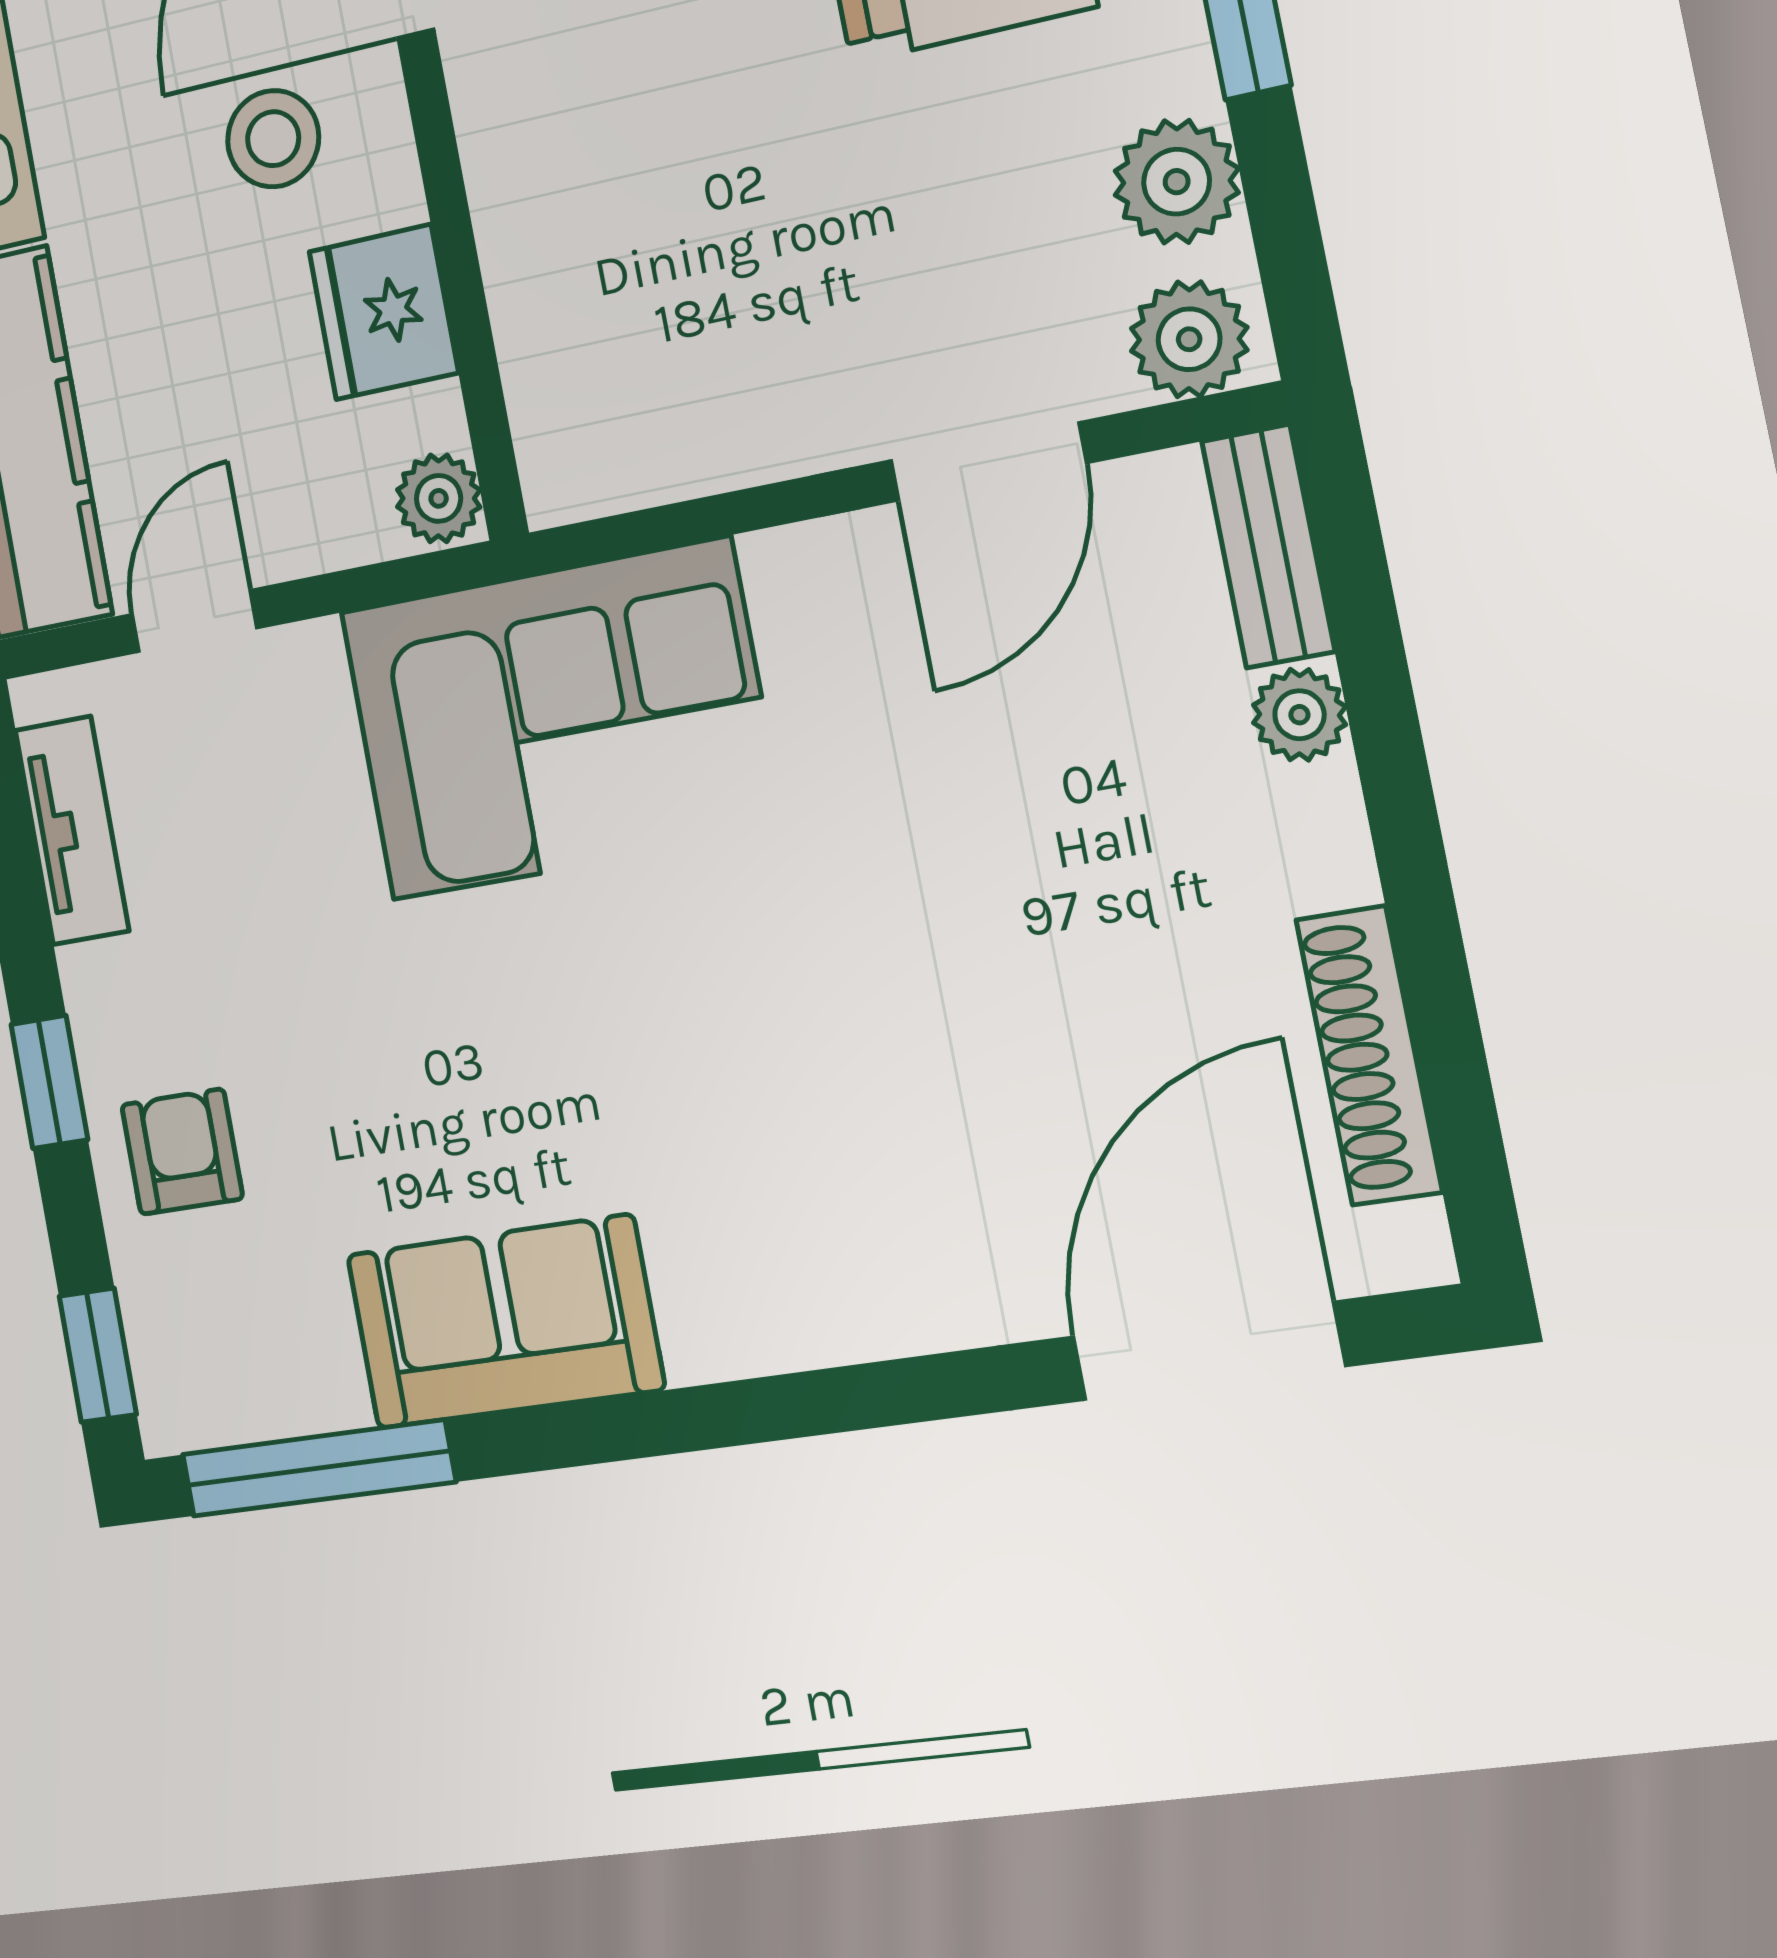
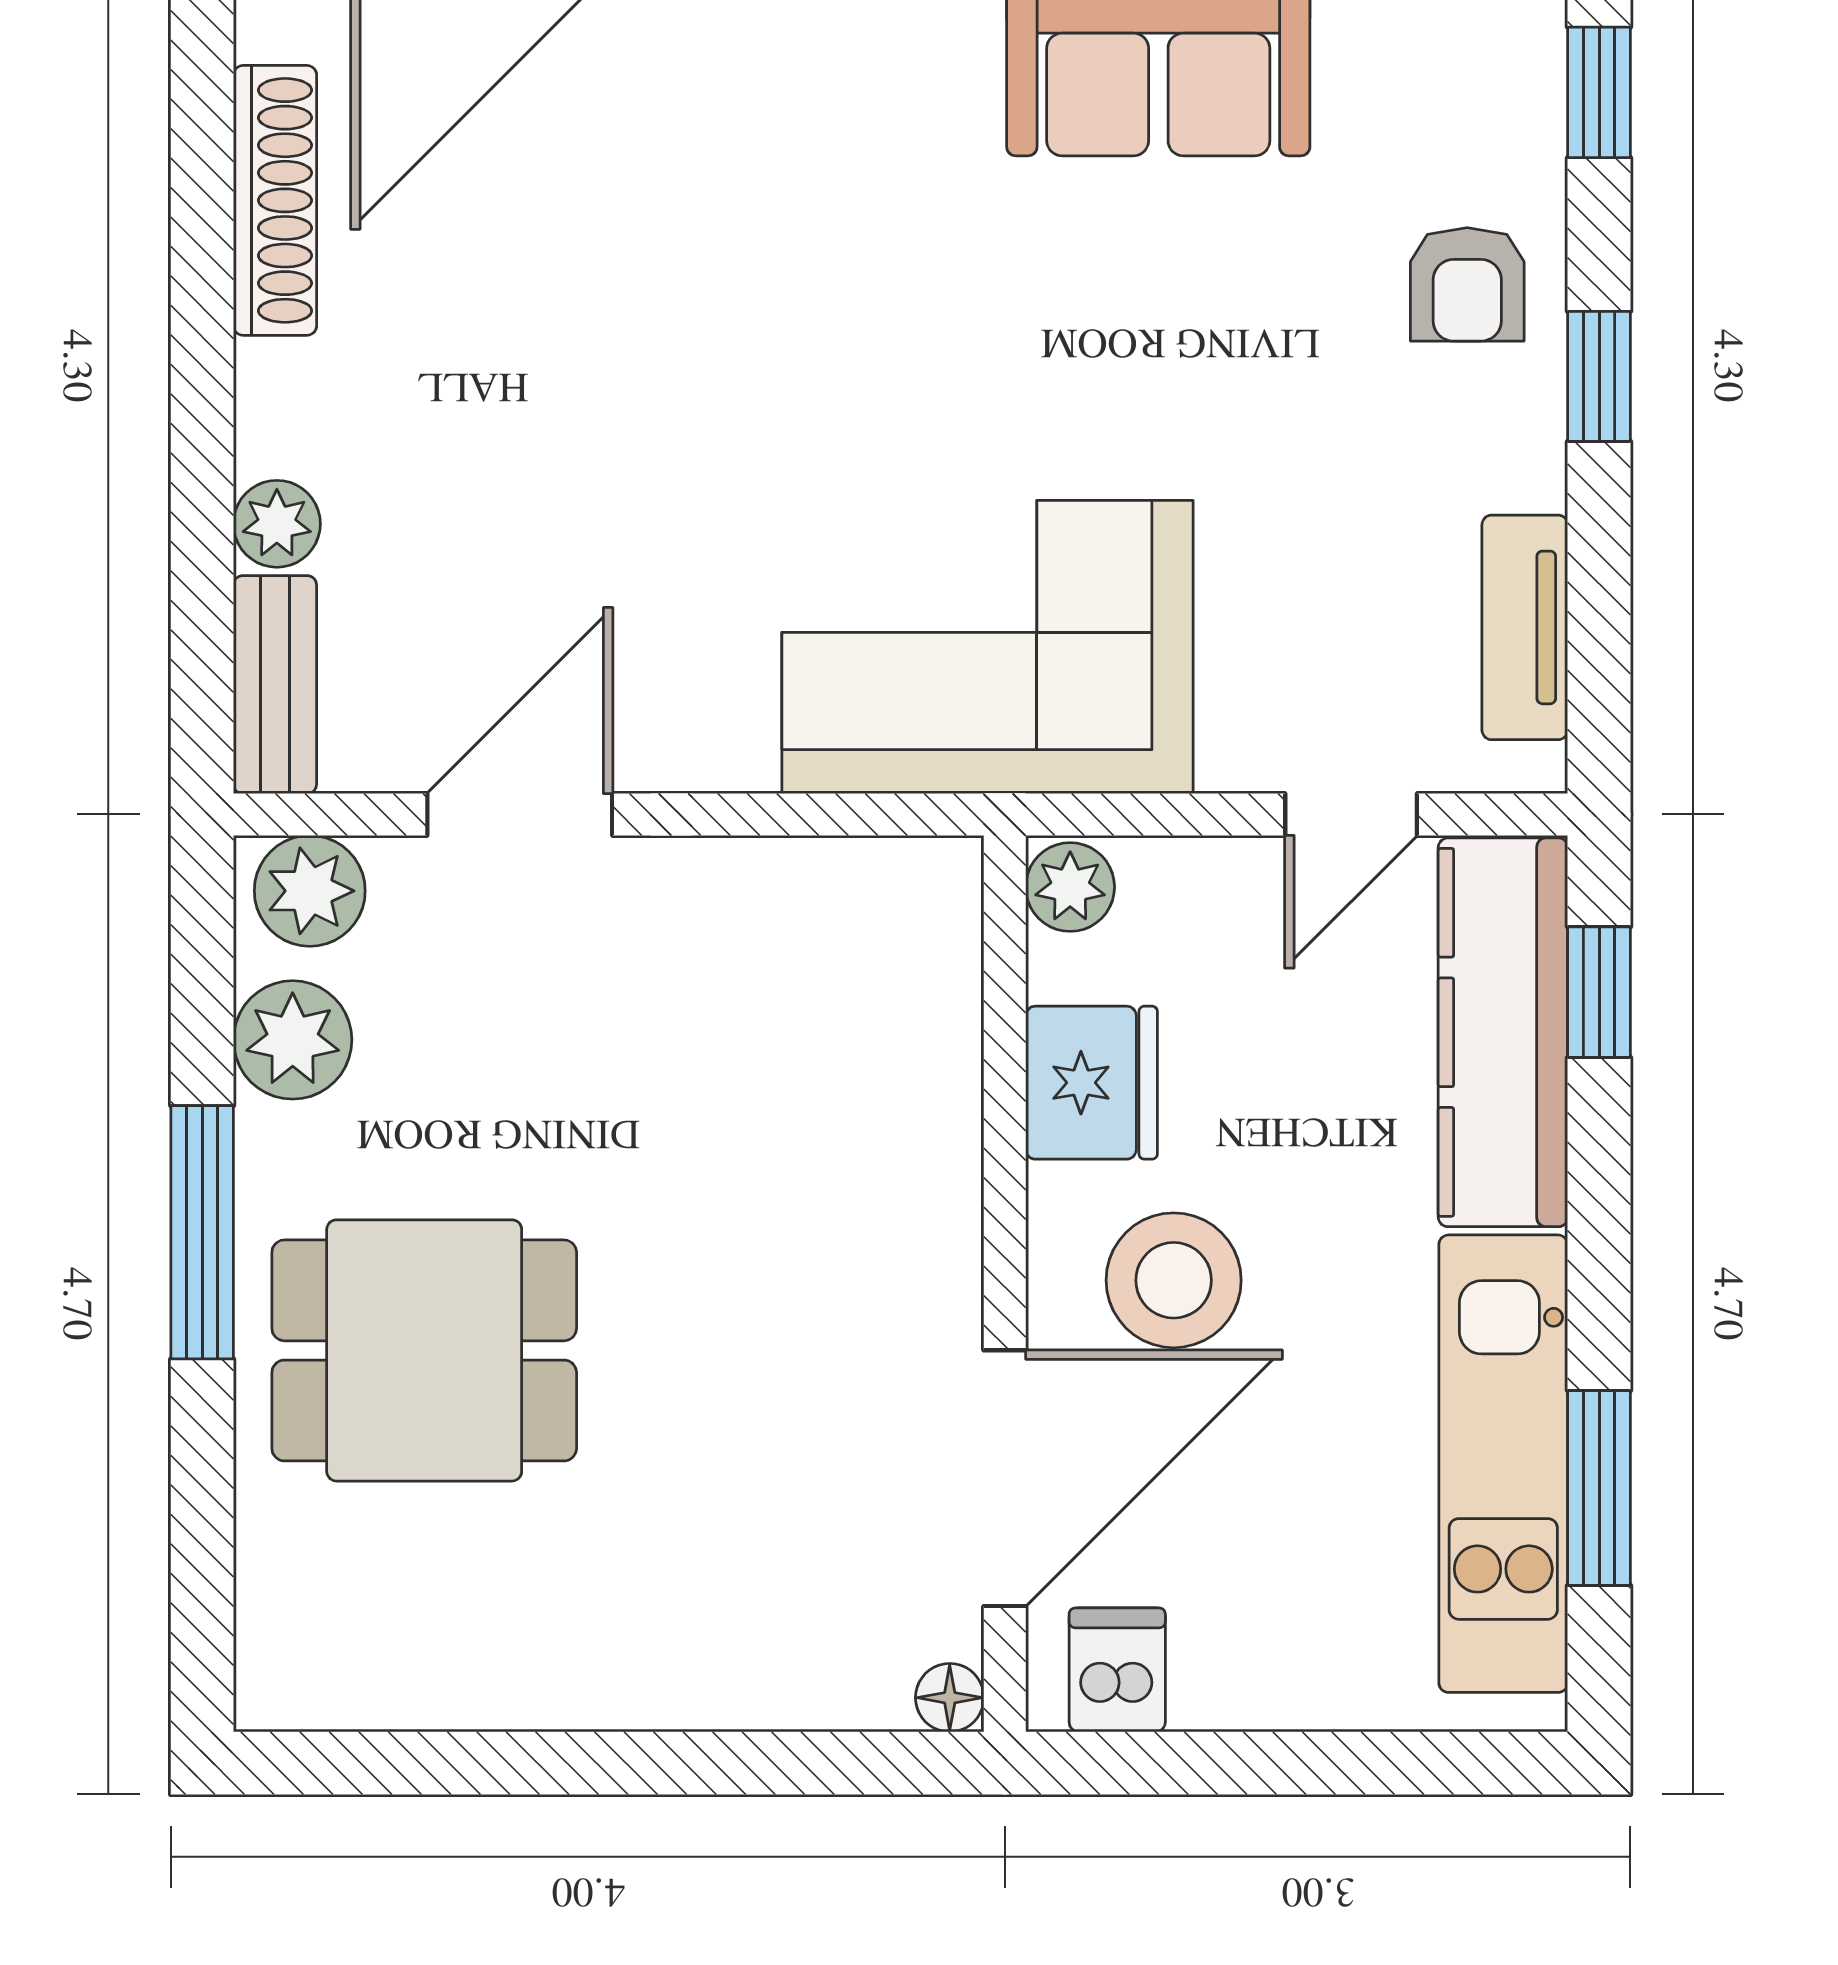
stool: (273, 139) -> (1174, 1280), width x1.38, depth x1.38

